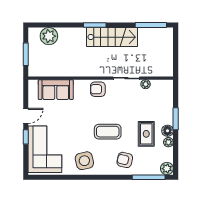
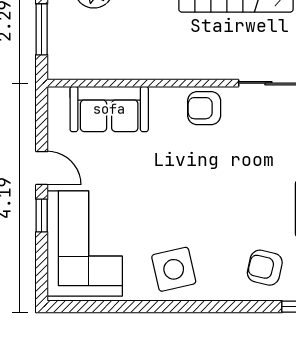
door: (26, 116) -> (42, 168), hinge flipped
coffee table: (108, 132) -> (226, 204), removed

